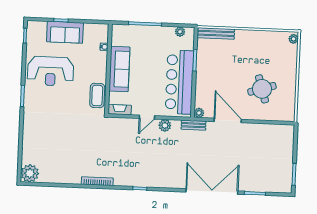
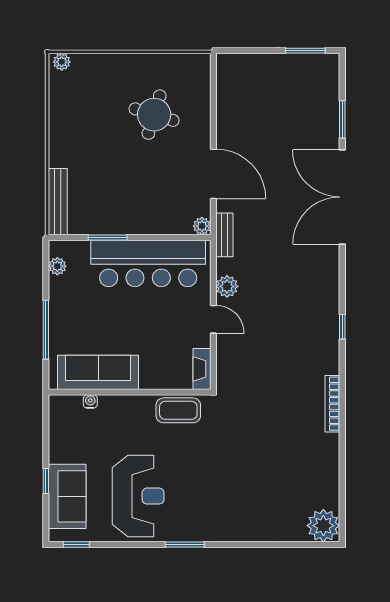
sofa: (65, 32) -> (67, 496), moved
sofa: (119, 69) -> (98, 372), moved
round table: (262, 89) -> (154, 115), turned 34
door: (228, 120) -> (213, 174), swing flipped

